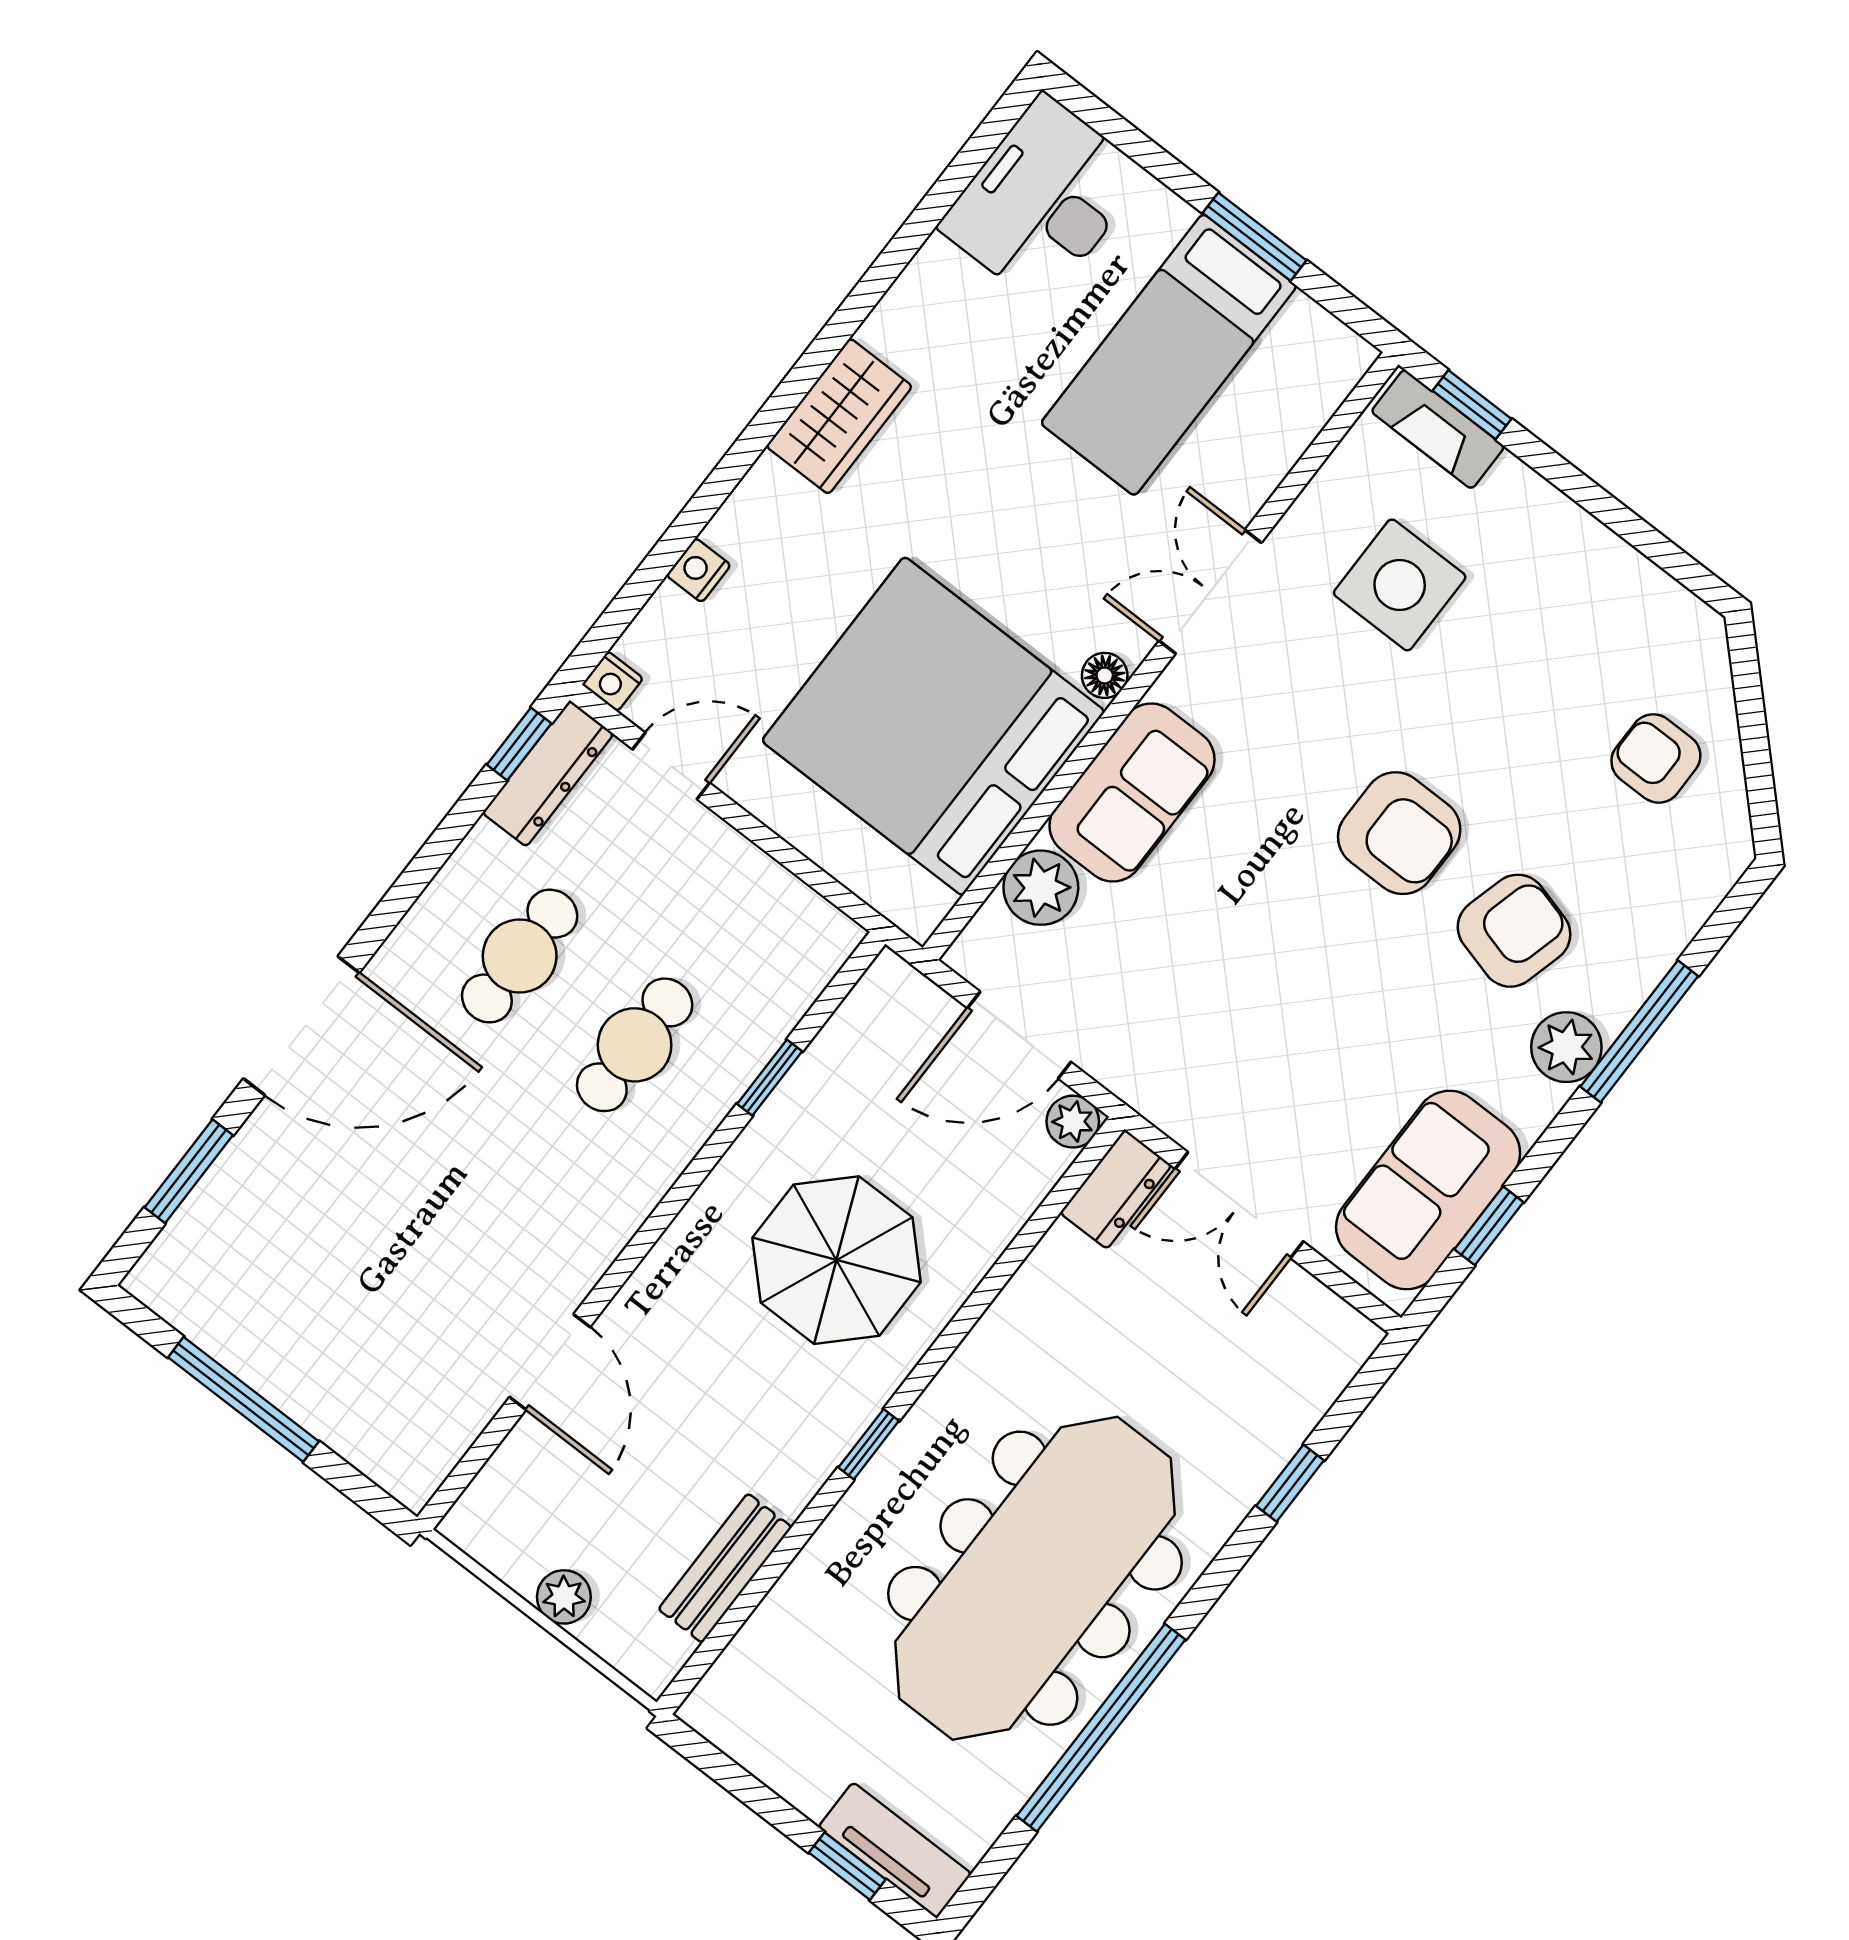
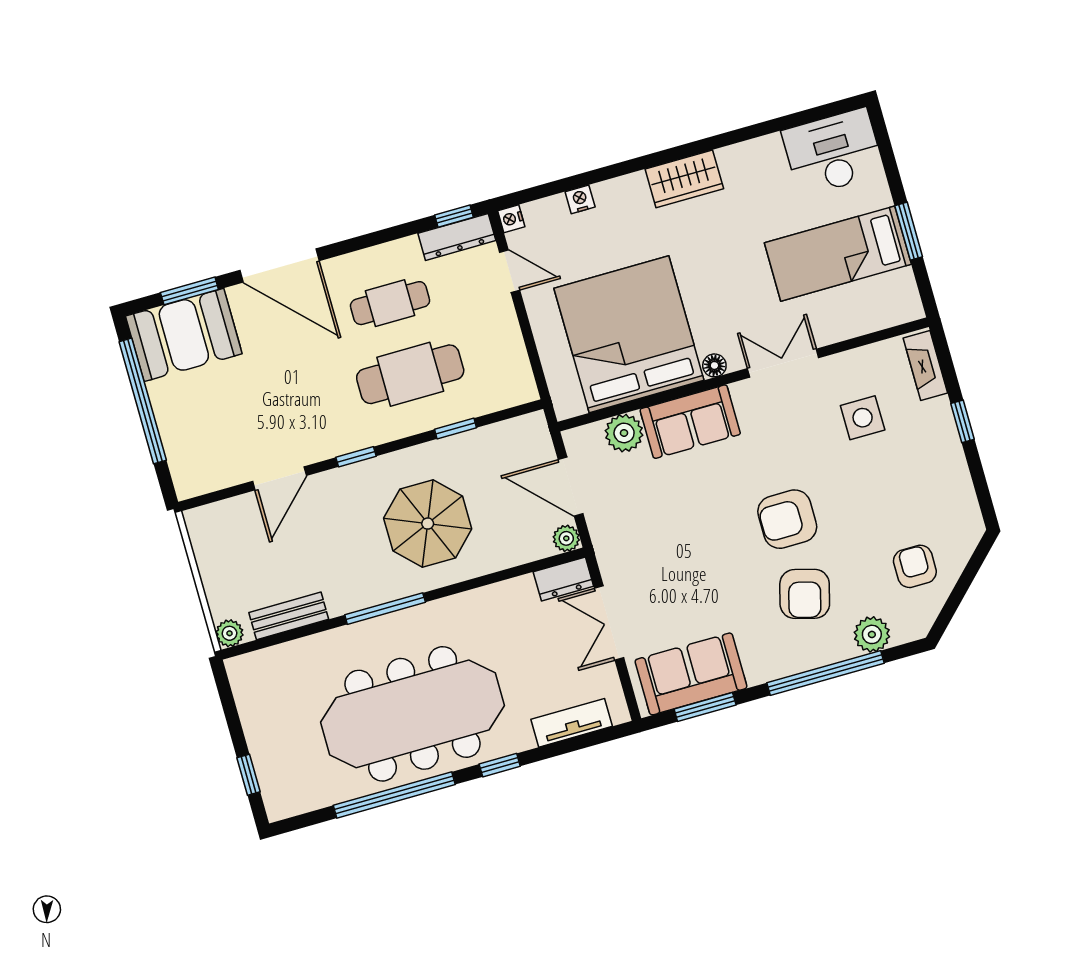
window: (1472, 405) -> (962, 421), moved
side table: (1400, 585) -> (863, 418), width x0.73, depth x0.73
armchair: (1399, 833) -> (787, 519), turned 90
armchair: (1514, 931) -> (805, 594), turned 90
window: (1639, 1031) -> (825, 673), width x1.46
cafe table: (635, 1045) -> (410, 374), width x1.37, depth x1.35
plant: (1566, 1047) -> (872, 634), moved
window: (1489, 1226) -> (705, 707), width x1.50
window: (645, 1238) -> (356, 457), added
booth: (231, 1247) -> (184, 335), added
window: (243, 1399) -> (143, 401), width x1.46
window: (869, 1444) -> (385, 609), width x2.17
window: (1290, 1483) -> (500, 765), moved
plant: (564, 1597) -> (229, 633), moved
tv unit: (895, 1850) -> (572, 723), moved, turned -90

